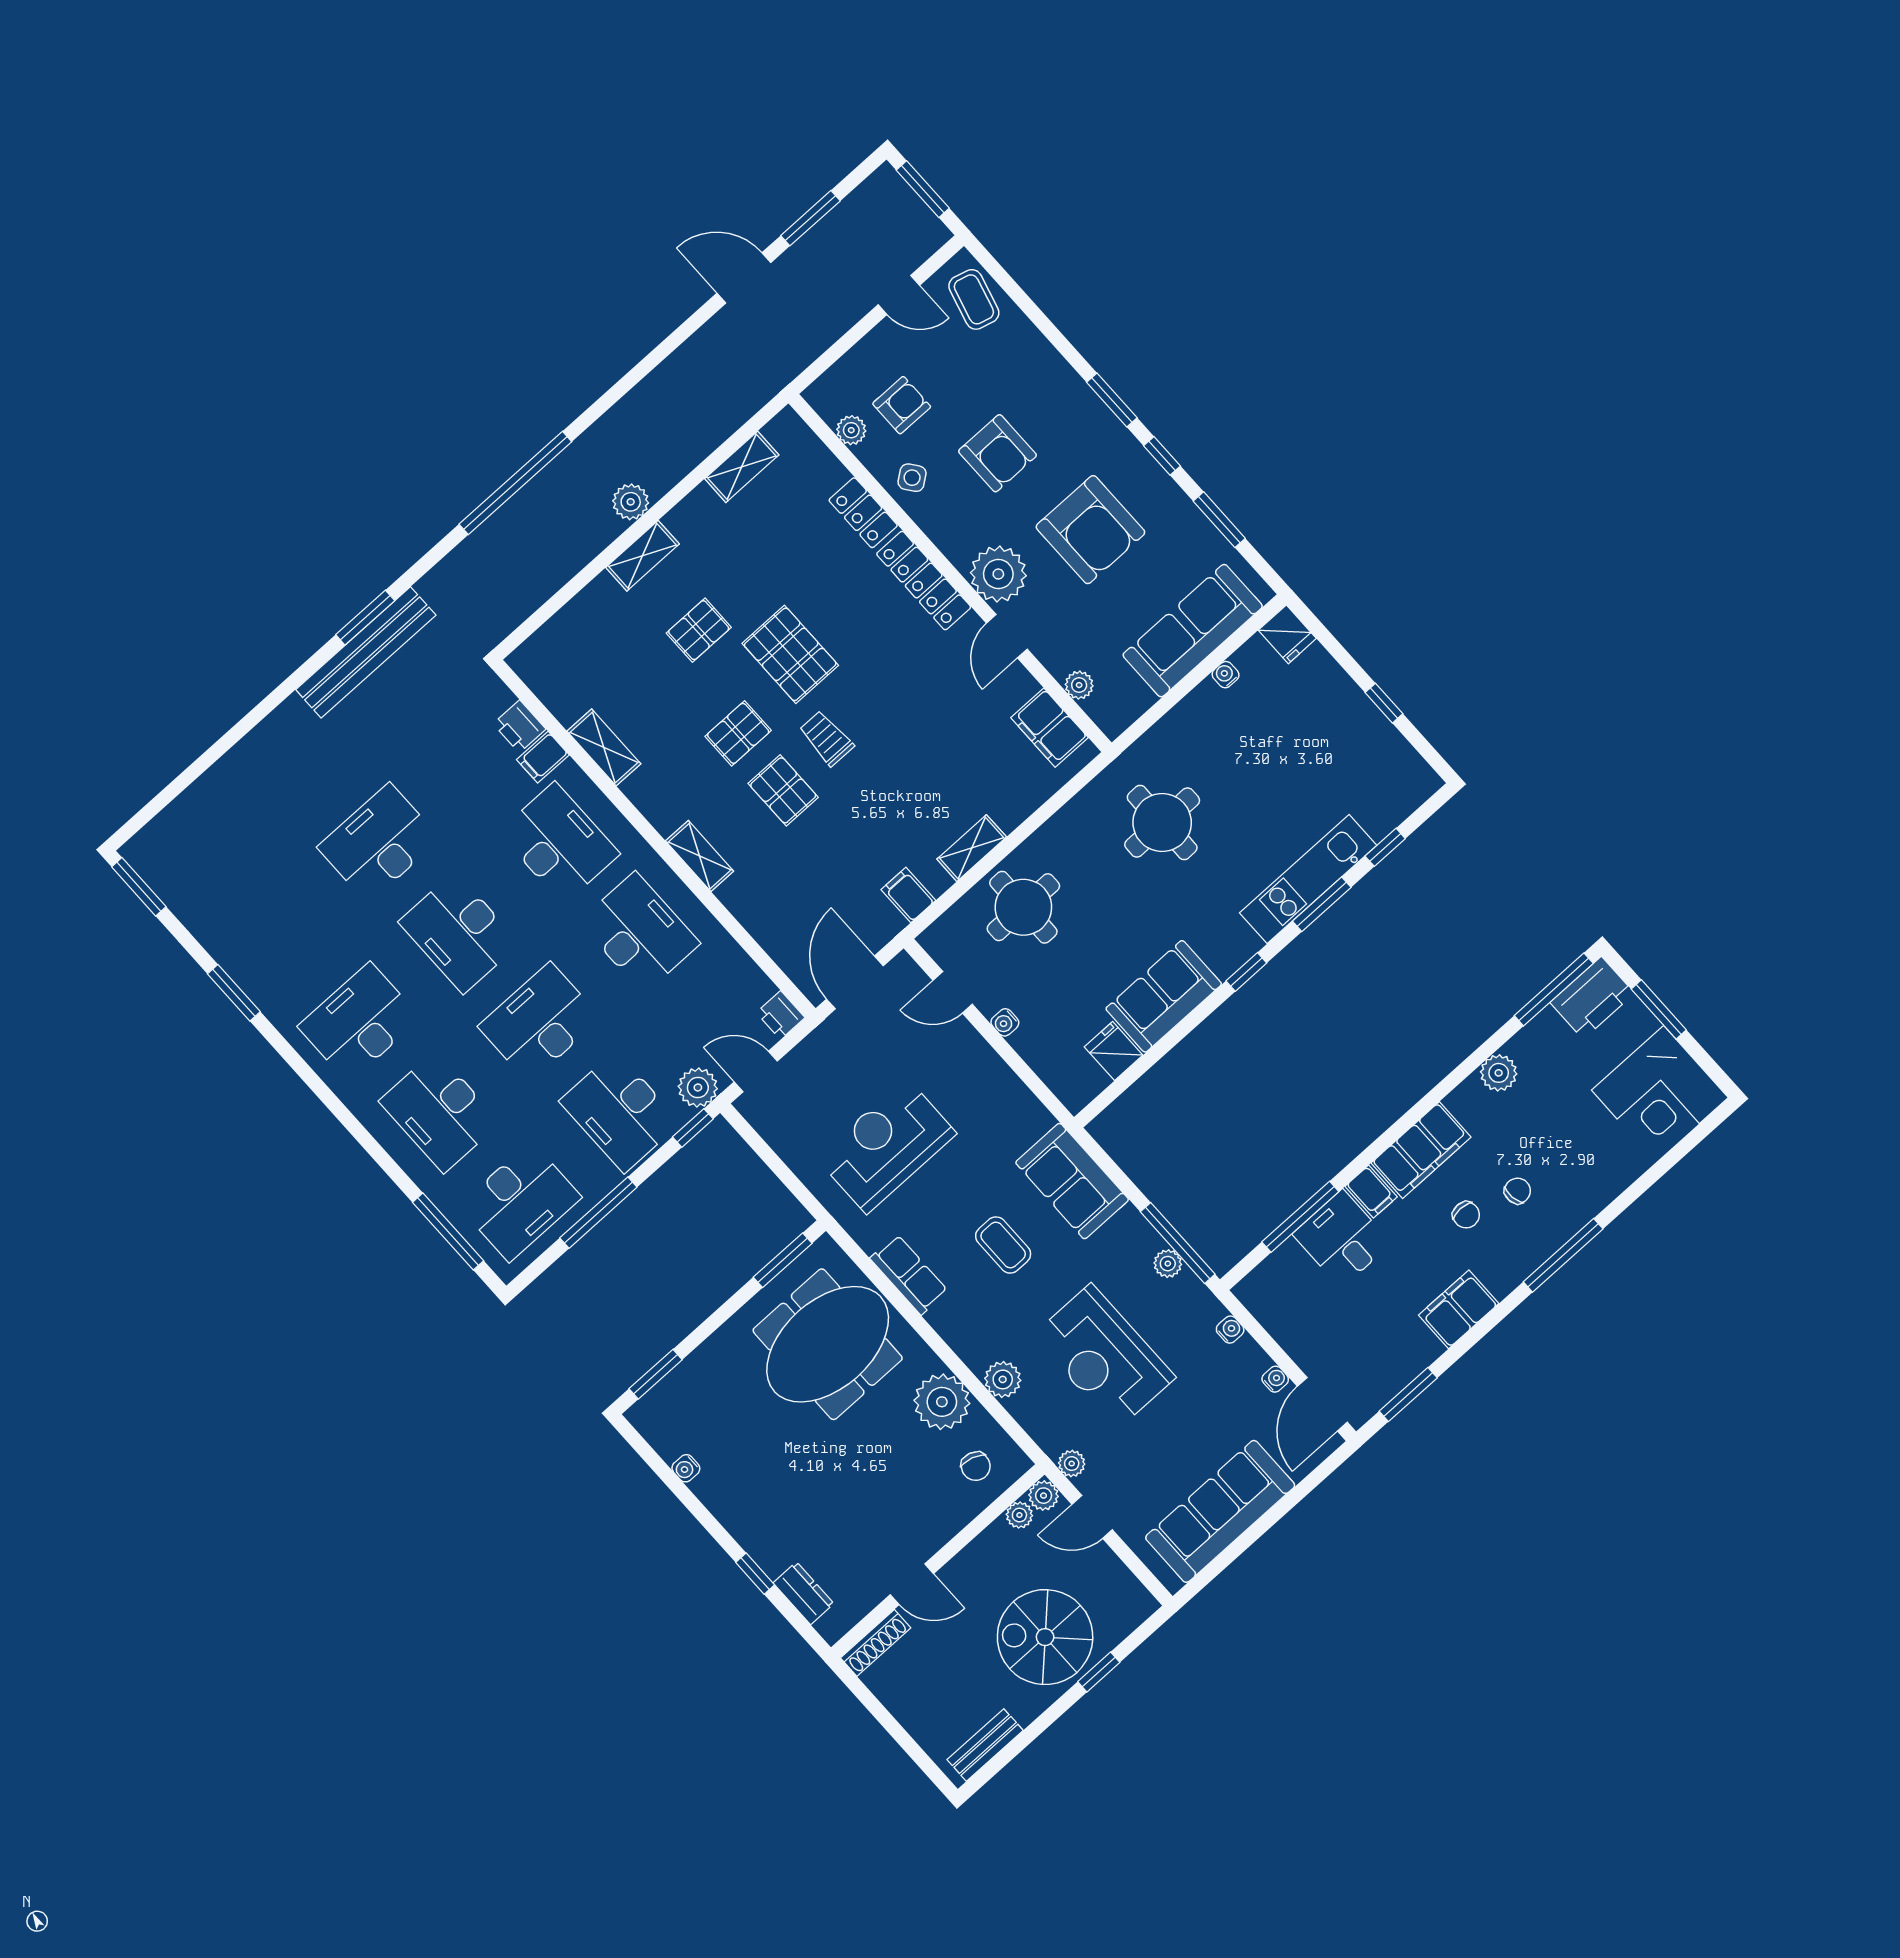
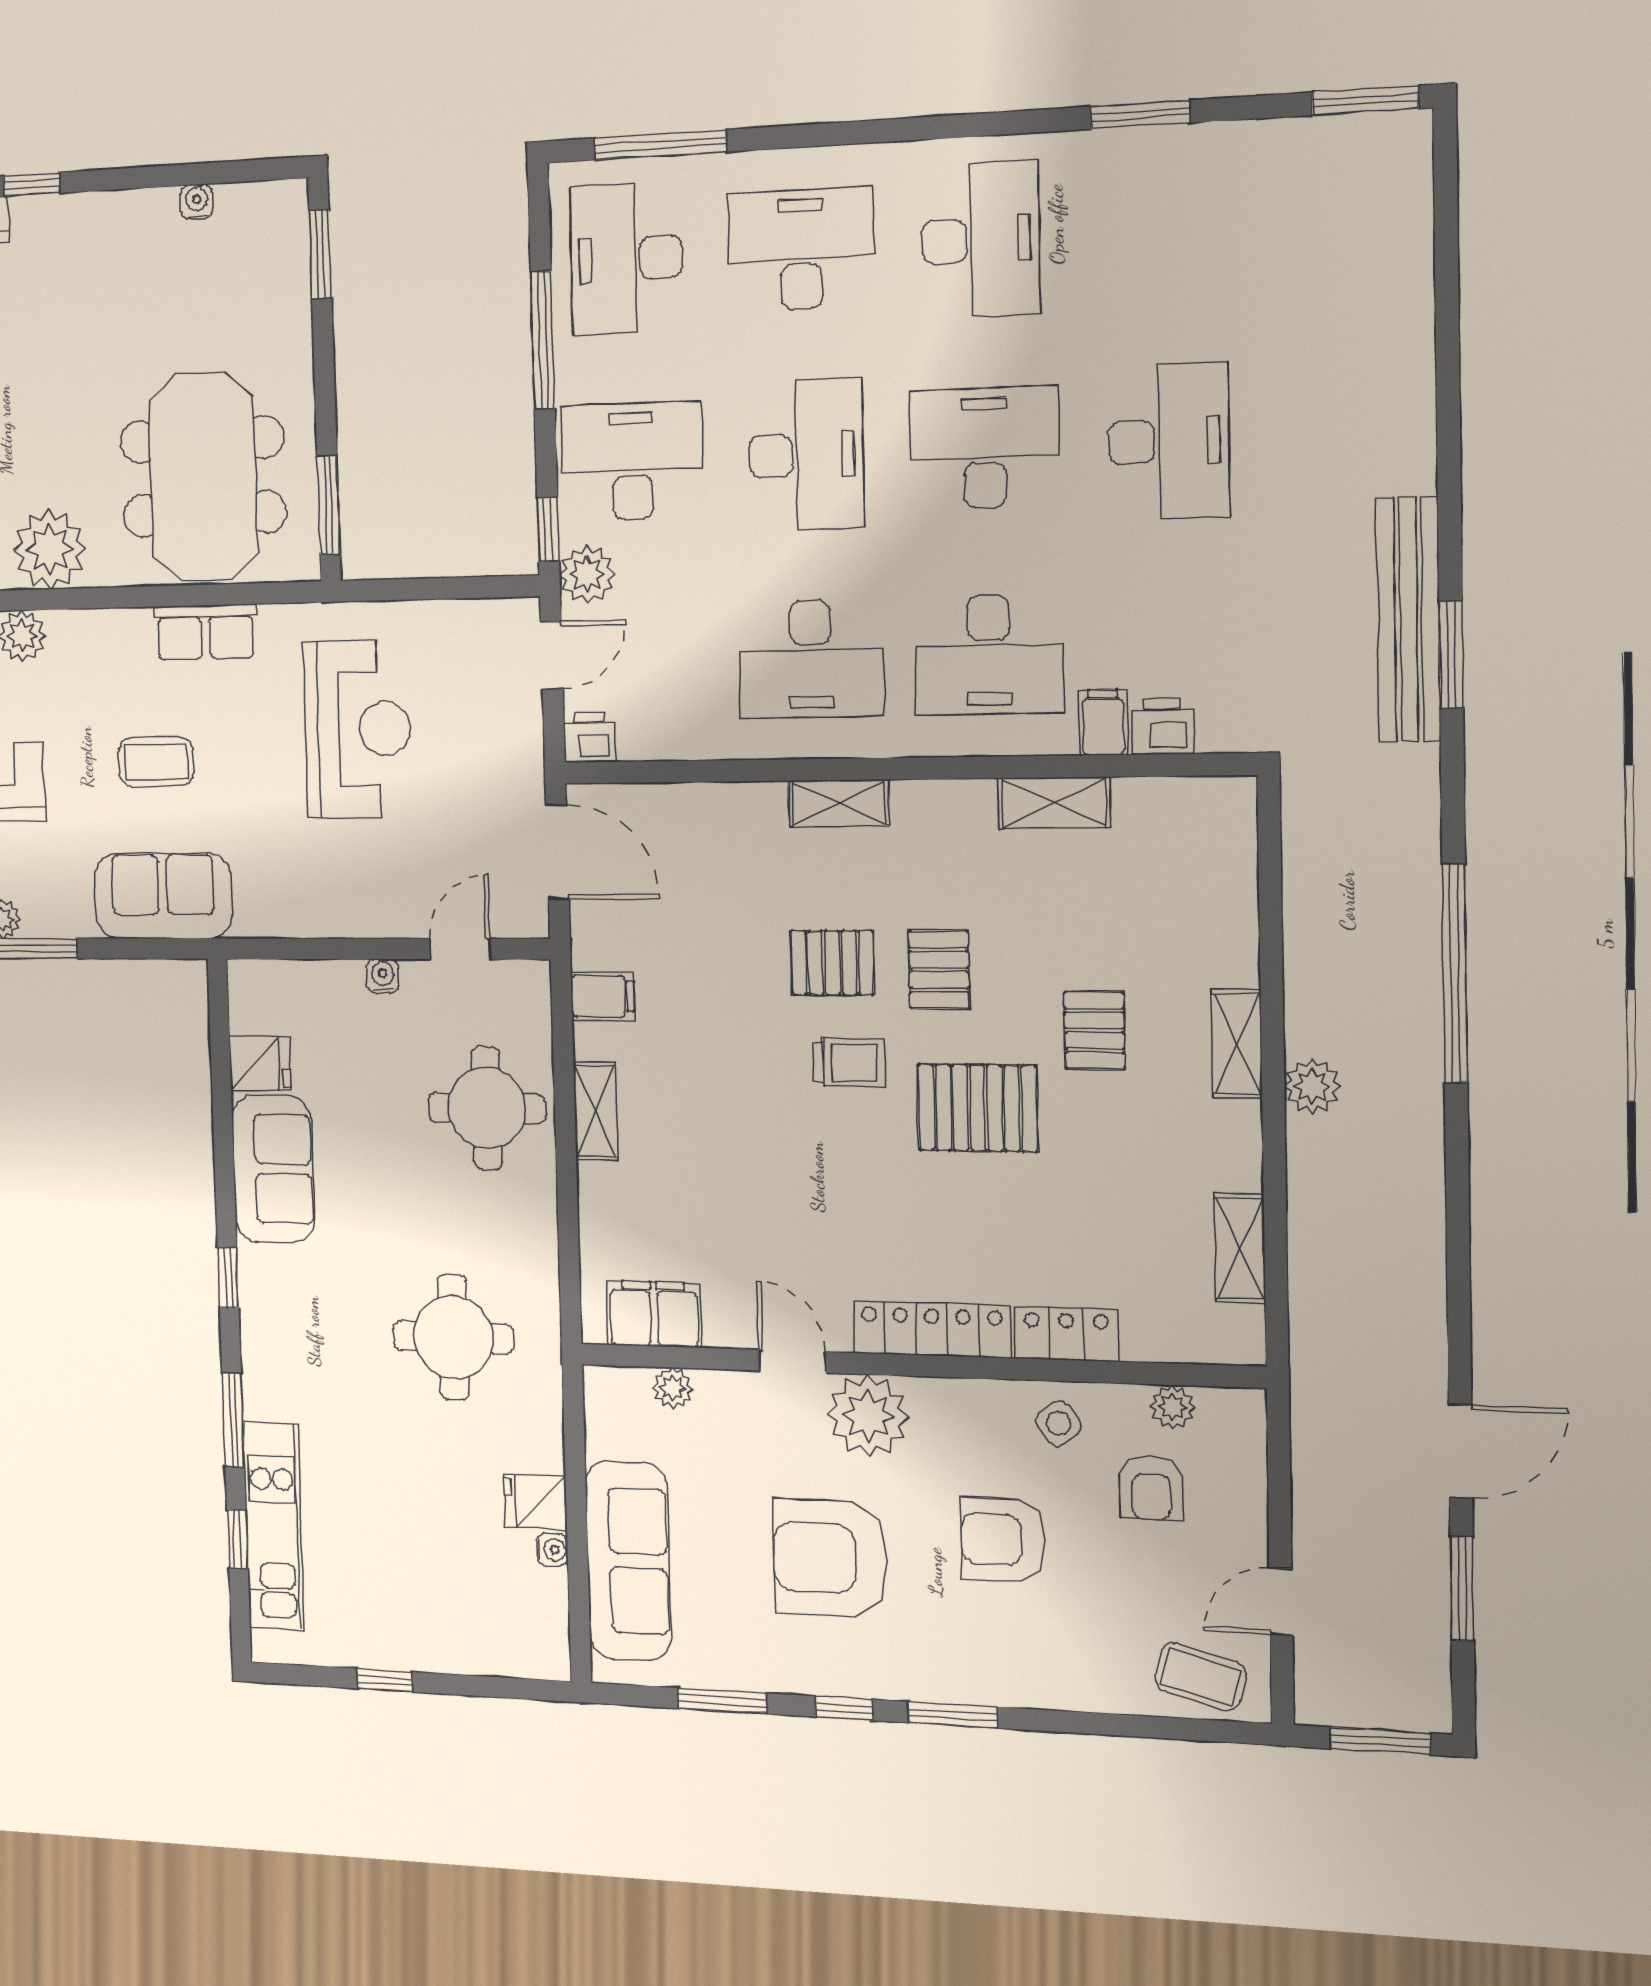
fridge: (1287, 634) -> (535, 1502), moved
kitchen unit: (1308, 879) -> (273, 1527), moved

